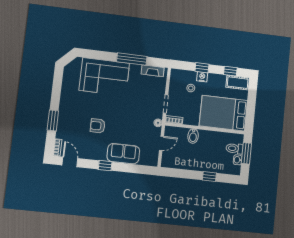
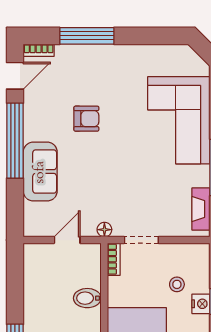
window: (53, 121) -> (87, 36), width x1.44
armchair: (98, 126) -> (86, 119), turned 90
door: (161, 143) -> (67, 240), swing flipped
window: (105, 166) -> (15, 141), width x3.17

